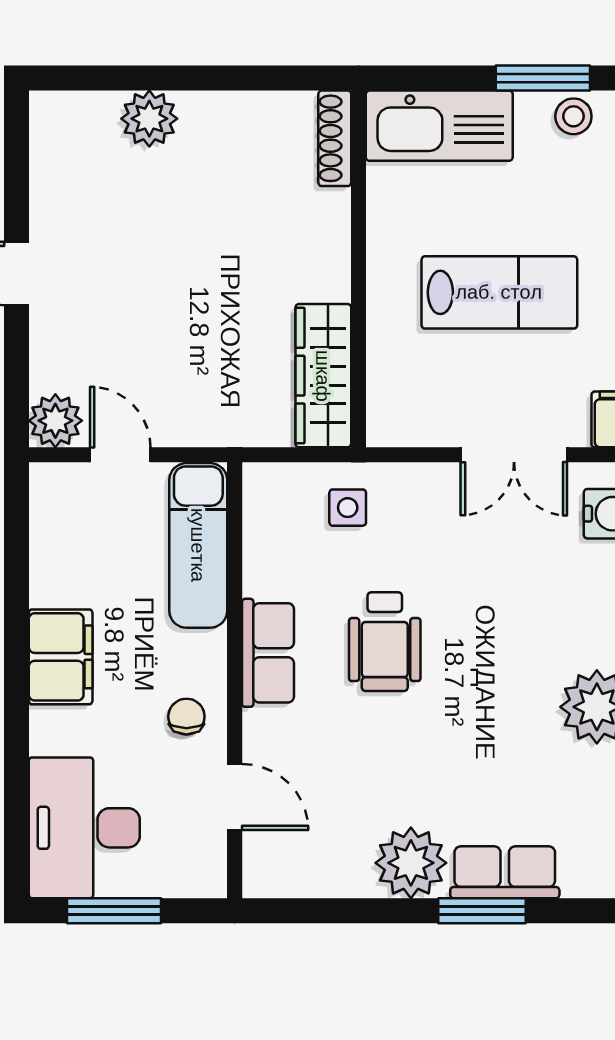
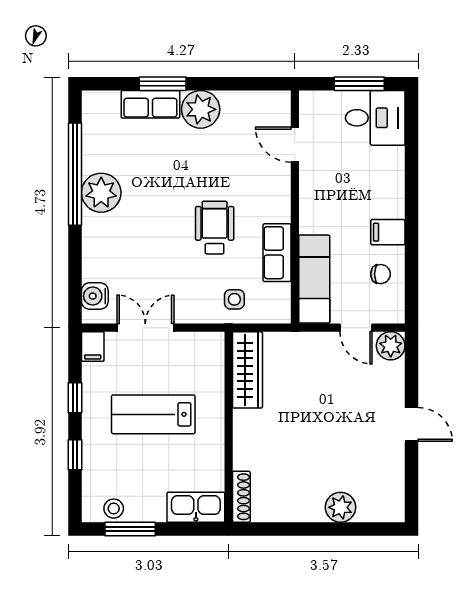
kitchen sink: (439, 126) -> (196, 507), width x0.73, depth x0.81
row of seats: (268, 653) -> (277, 253), moved
filing cabinet: (61, 657) -> (388, 232), width x0.50
chair: (186, 717) -> (381, 274), moved, turned -90
desk: (84, 828) -> (375, 118), width x0.73

